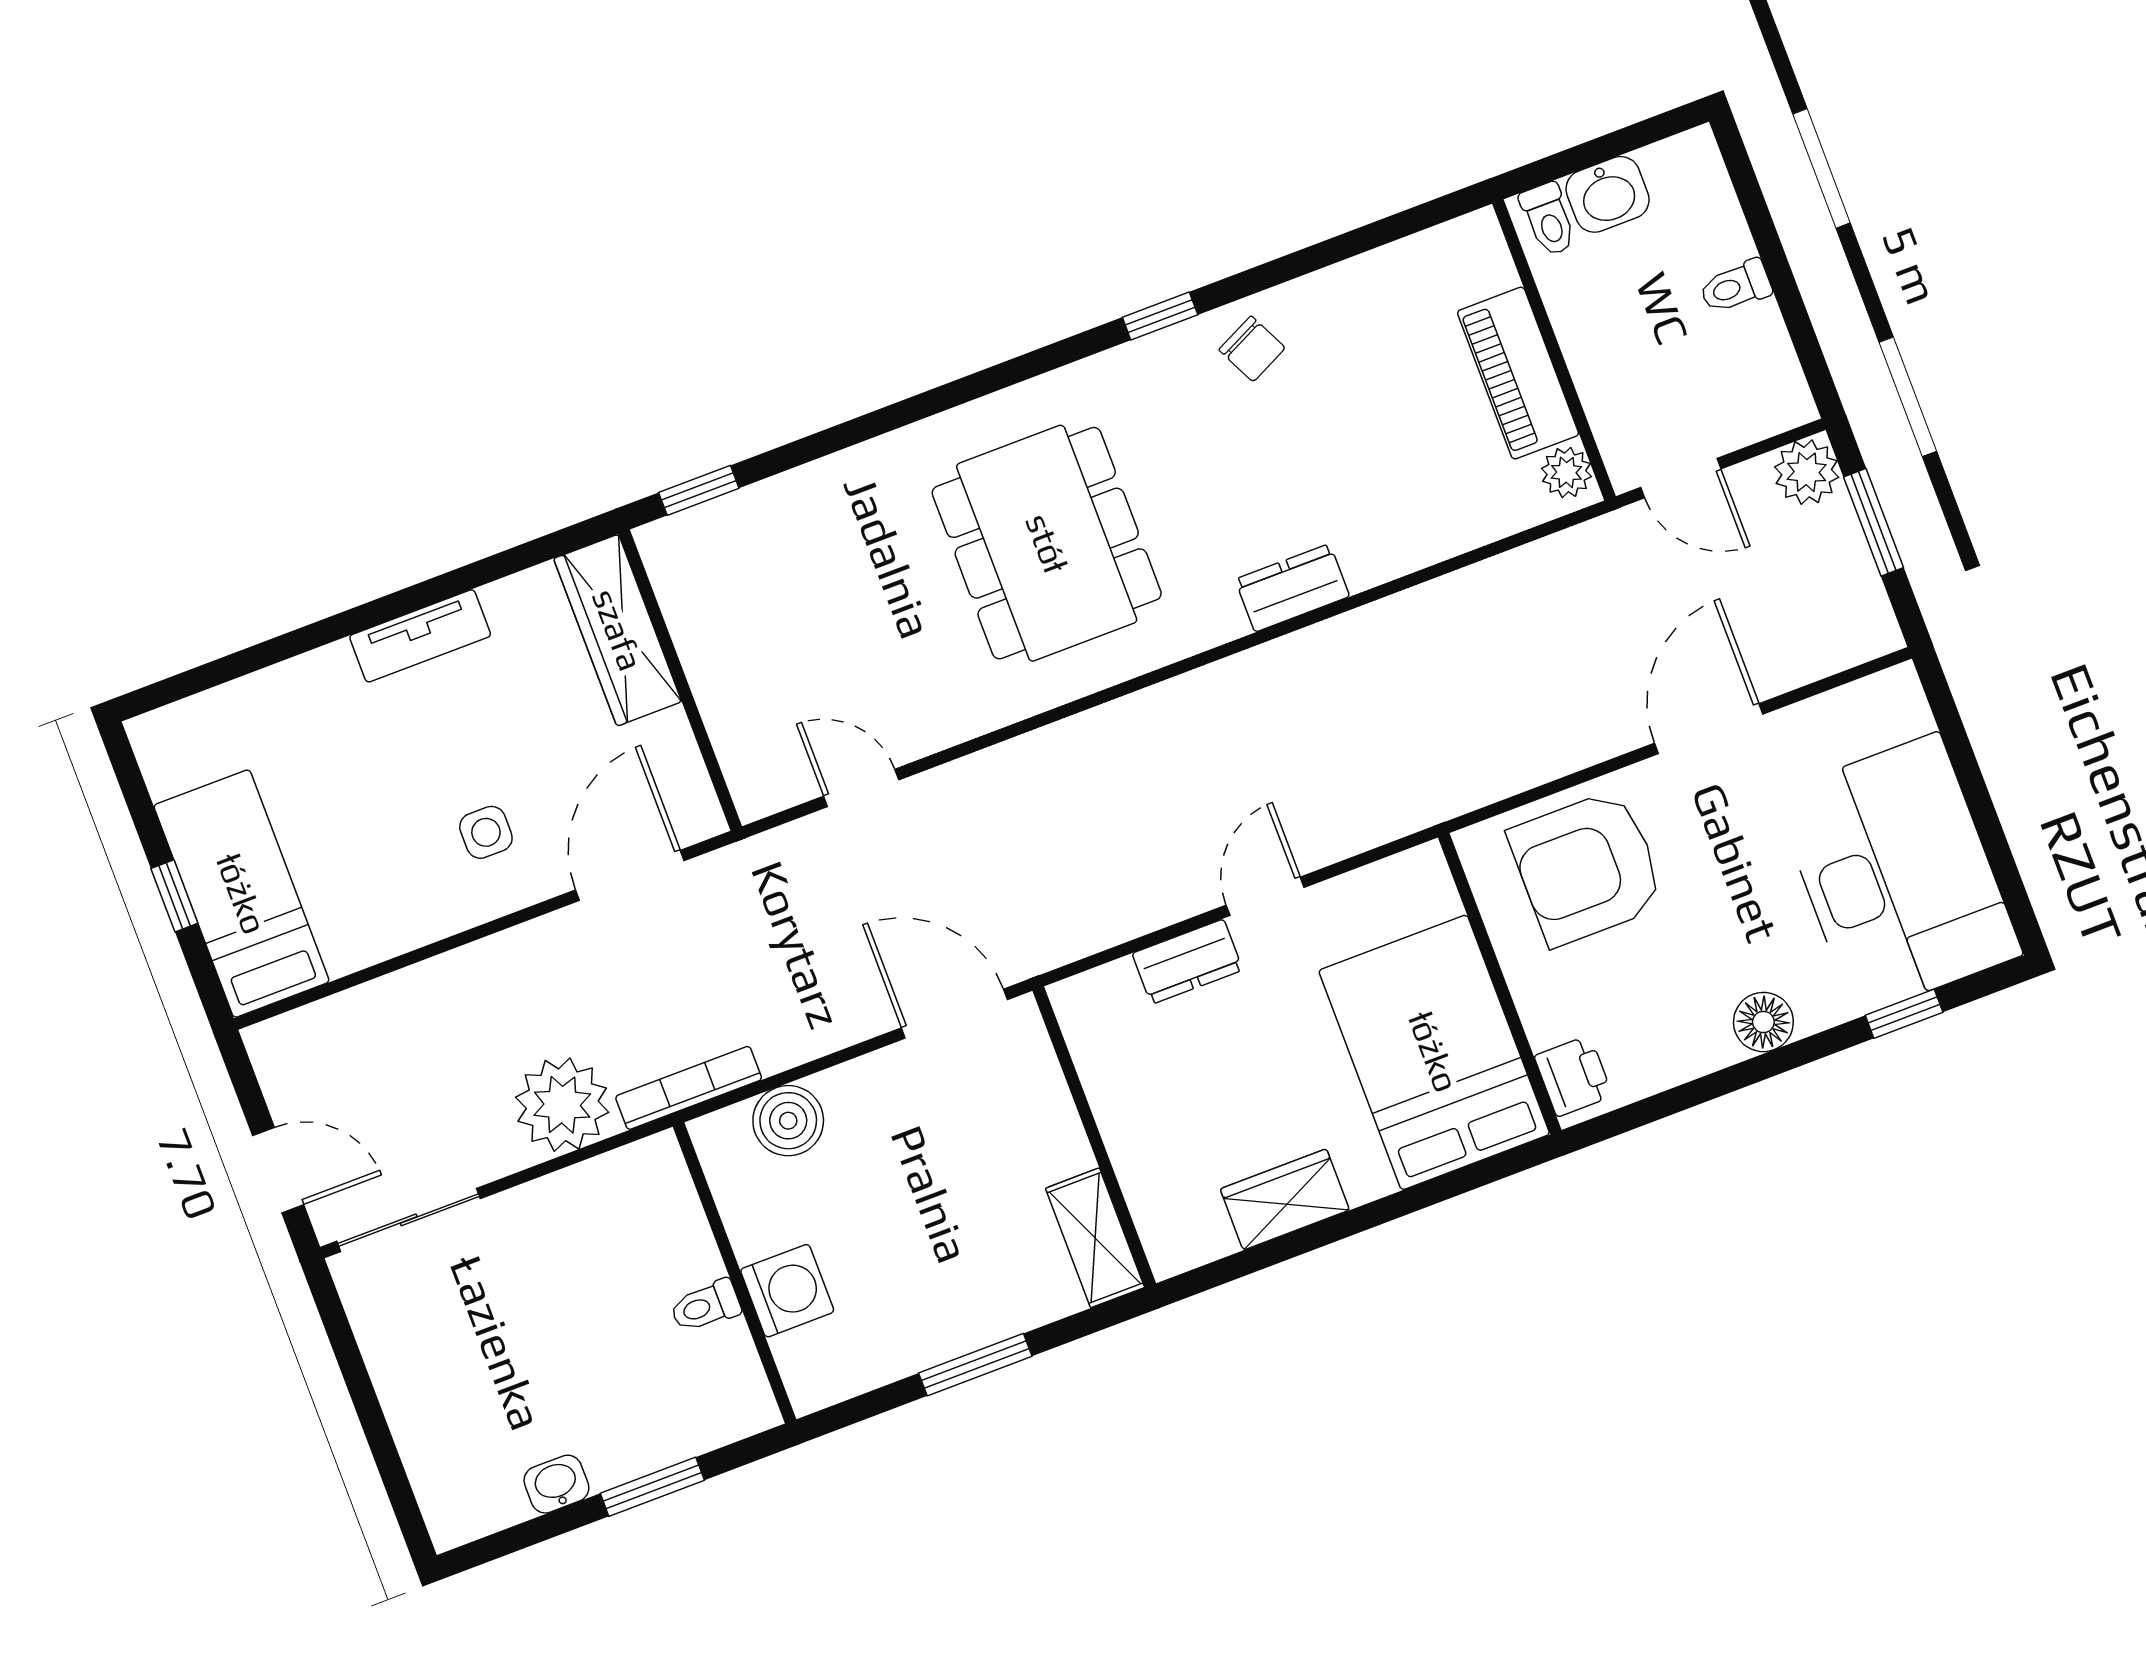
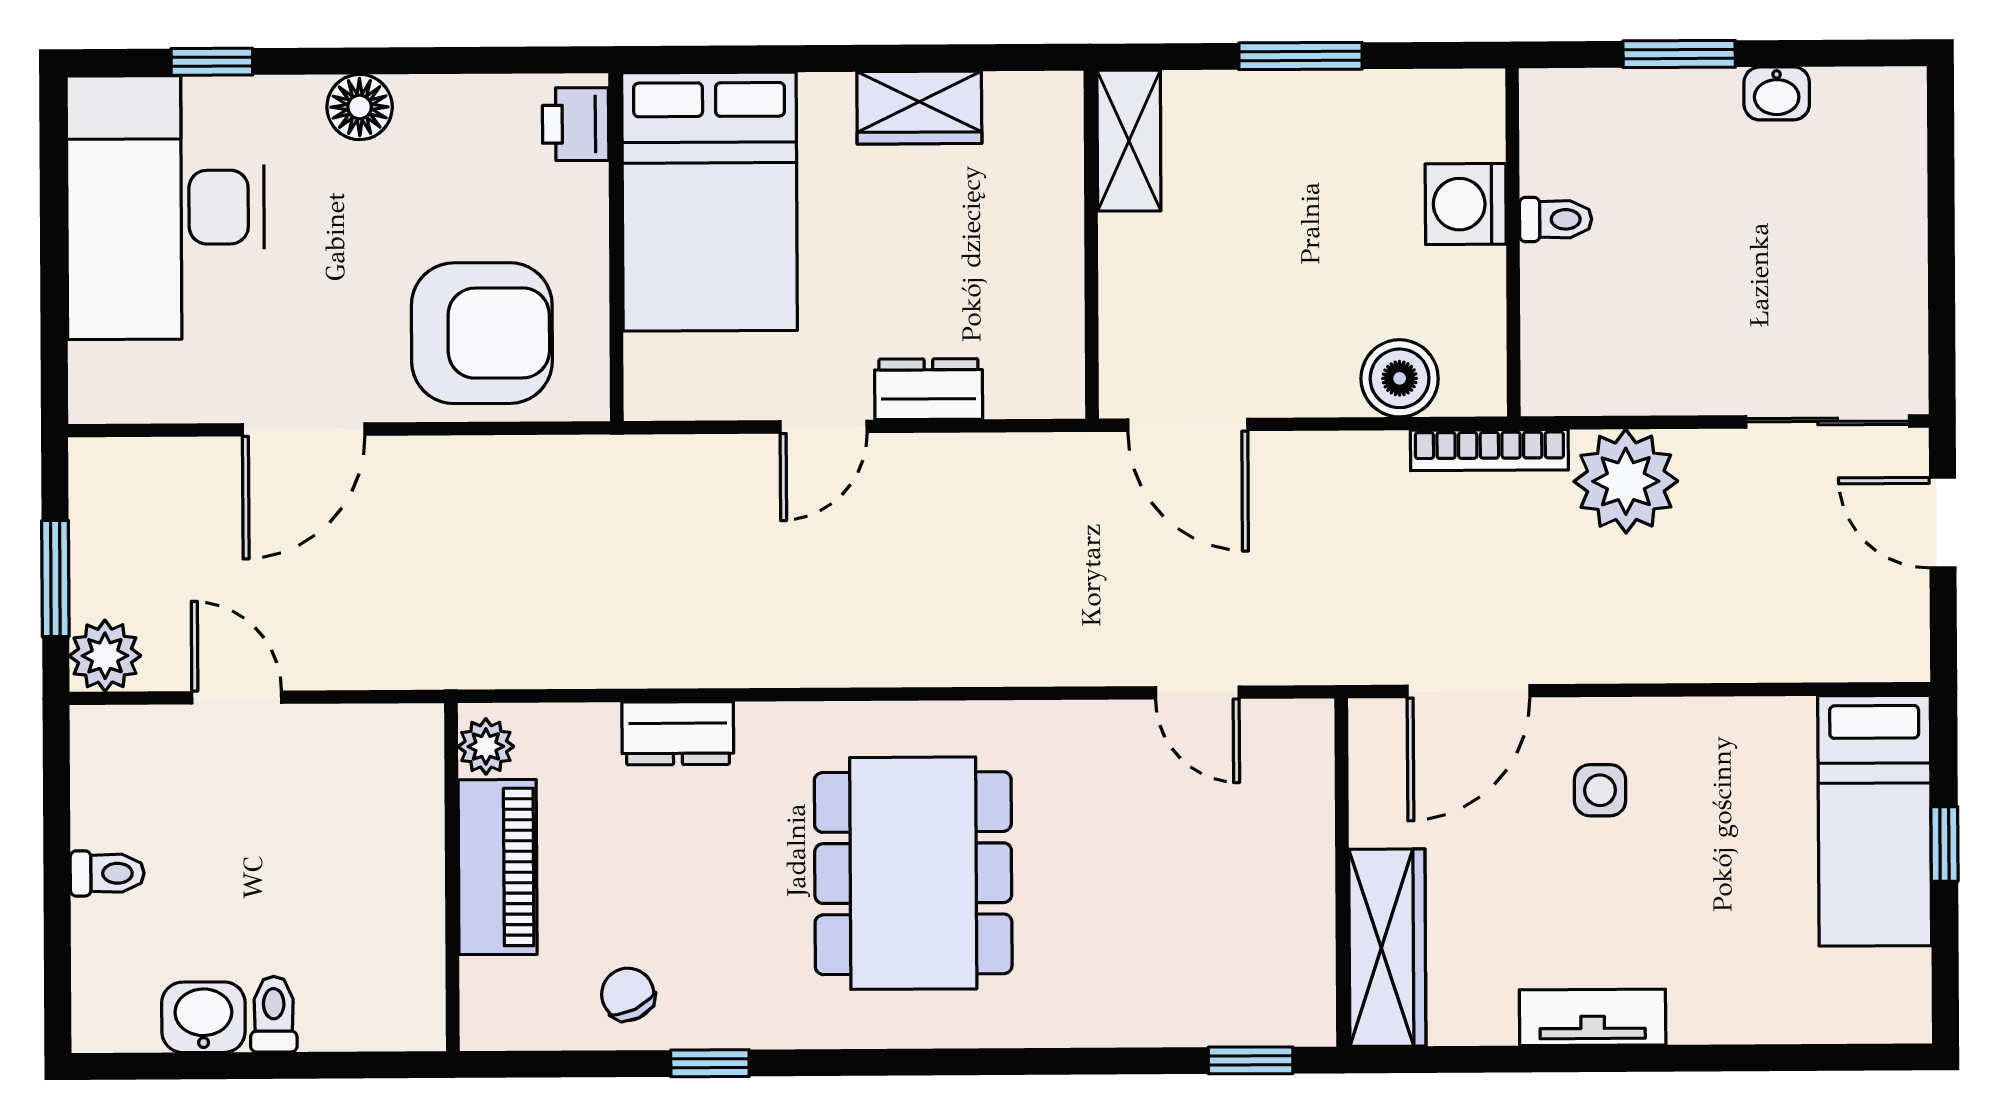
wall: (1554, 350) -> (452, 877), moved
piano: (1518, 373) -> (498, 867), moved
plant: (1566, 472) -> (486, 746), moved

